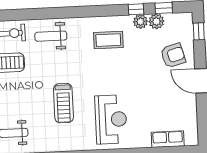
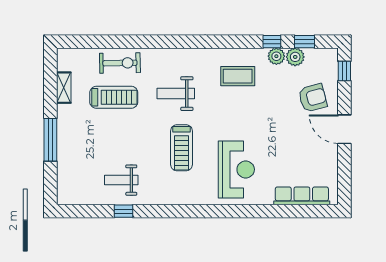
weight bench: (51, 36) -> (176, 94), moved
row of seats: (168, 139) -> (302, 196), width x1.48

